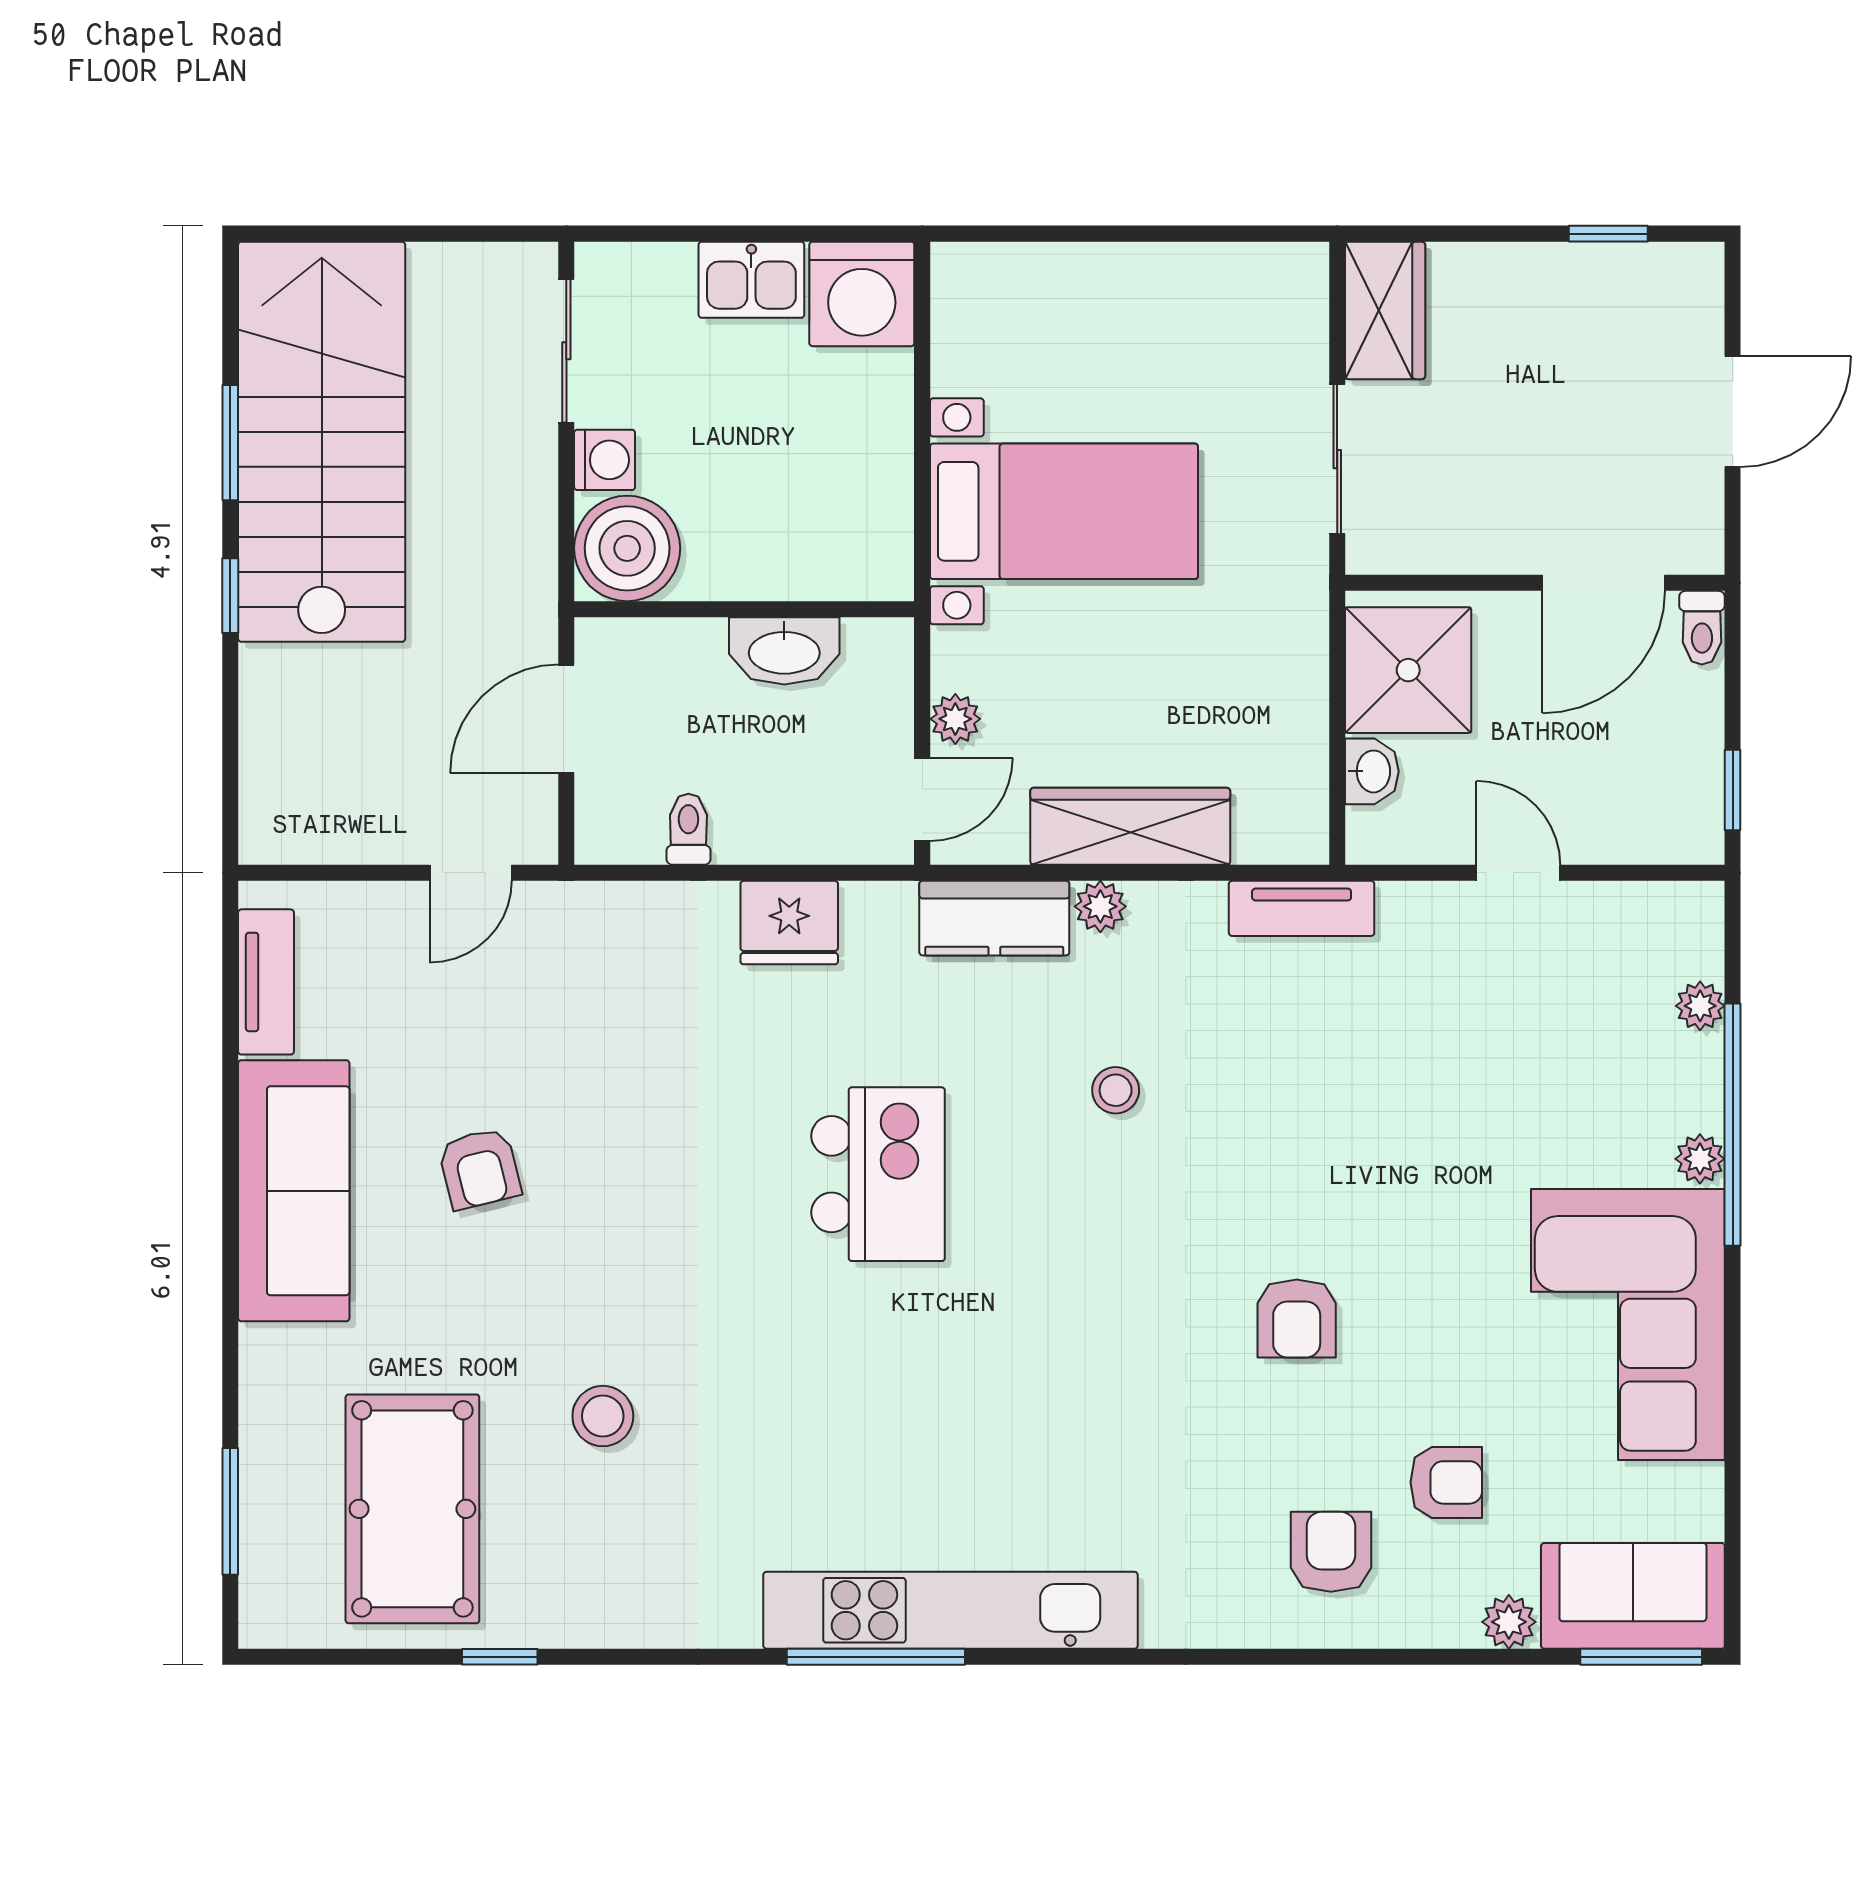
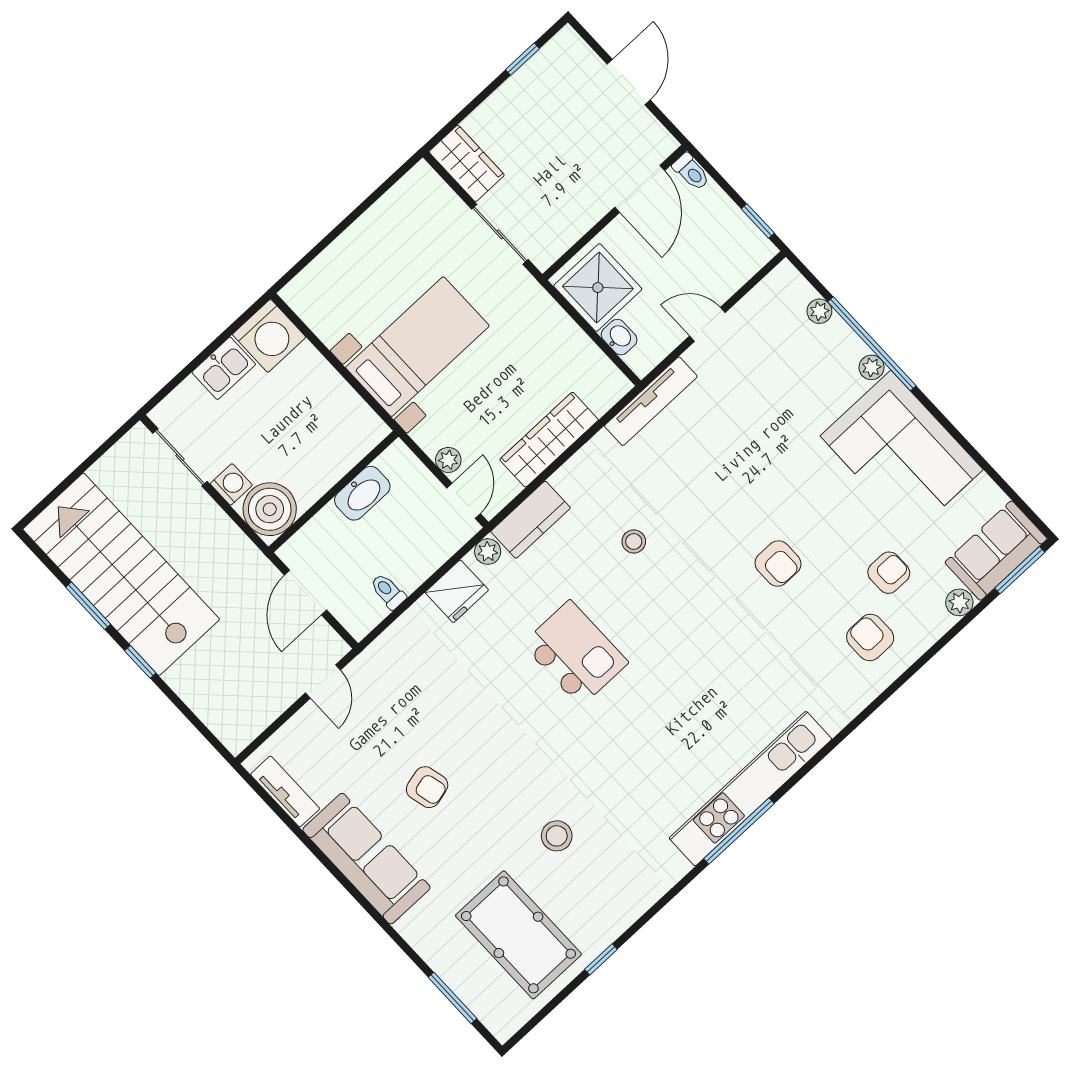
plant: (1100, 906) -> (488, 552), moved
tv unit: (1302, 908) -> (651, 401), width x1.41

